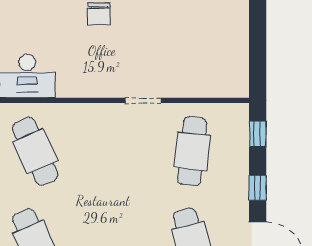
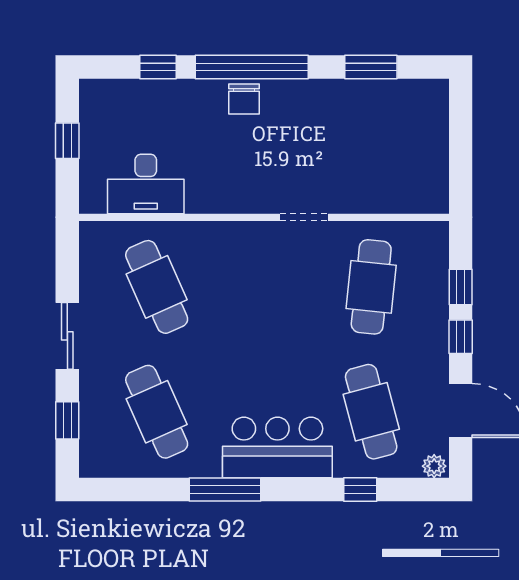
window: (258, 134) -> (461, 287), moved

